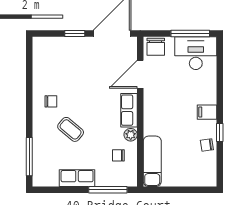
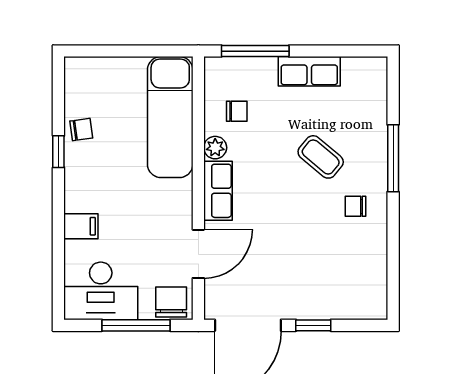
window: (190, 34) -> (136, 325), moved
filing cabinet: (207, 112) -> (81, 226), moved
window: (29, 157) -> (393, 158), moved
exam couch: (152, 161) -> (170, 117), width x1.36, depth x1.45

